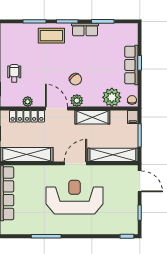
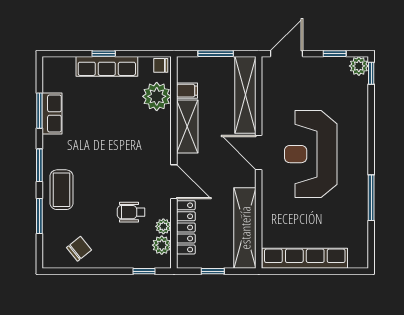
row of seats: (85, 30) -> (52, 114), moved
wheelchair: (14, 73) -> (131, 212), moved
chair: (76, 79) -> (79, 249), moved
plant: (77, 101) -> (162, 245), moved
door: (57, 108) -> (174, 182), swing flipped
filing cabinet: (133, 117) -> (187, 91), moved
plant: (132, 228) -> (359, 66), added

